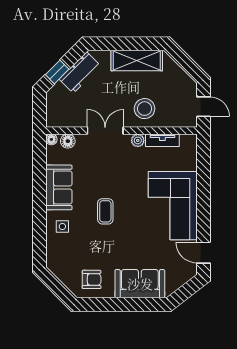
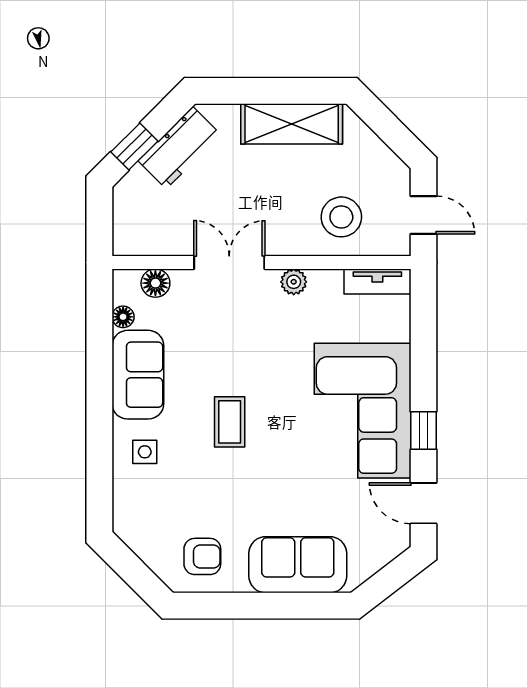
stool: (145, 109) -> (341, 217), moved
floor lamp: (51, 139) -> (123, 317), moved
tv unit: (162, 140) -> (377, 282), moved
window: (203, 216) -> (424, 431), added

